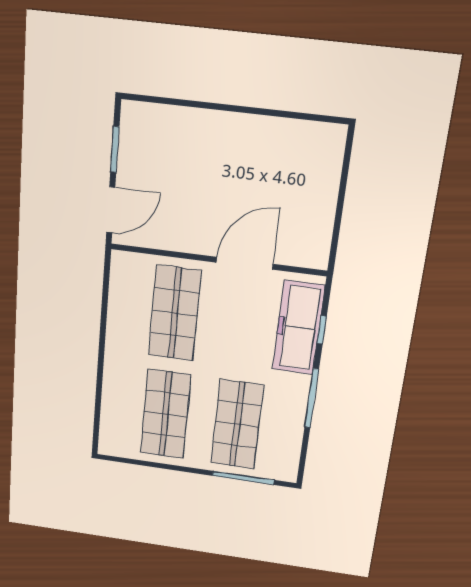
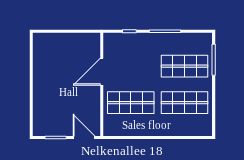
door: (245, 263) -> (102, 72), hinge flipped
freezer: (298, 328) -> (130, 42), removed

